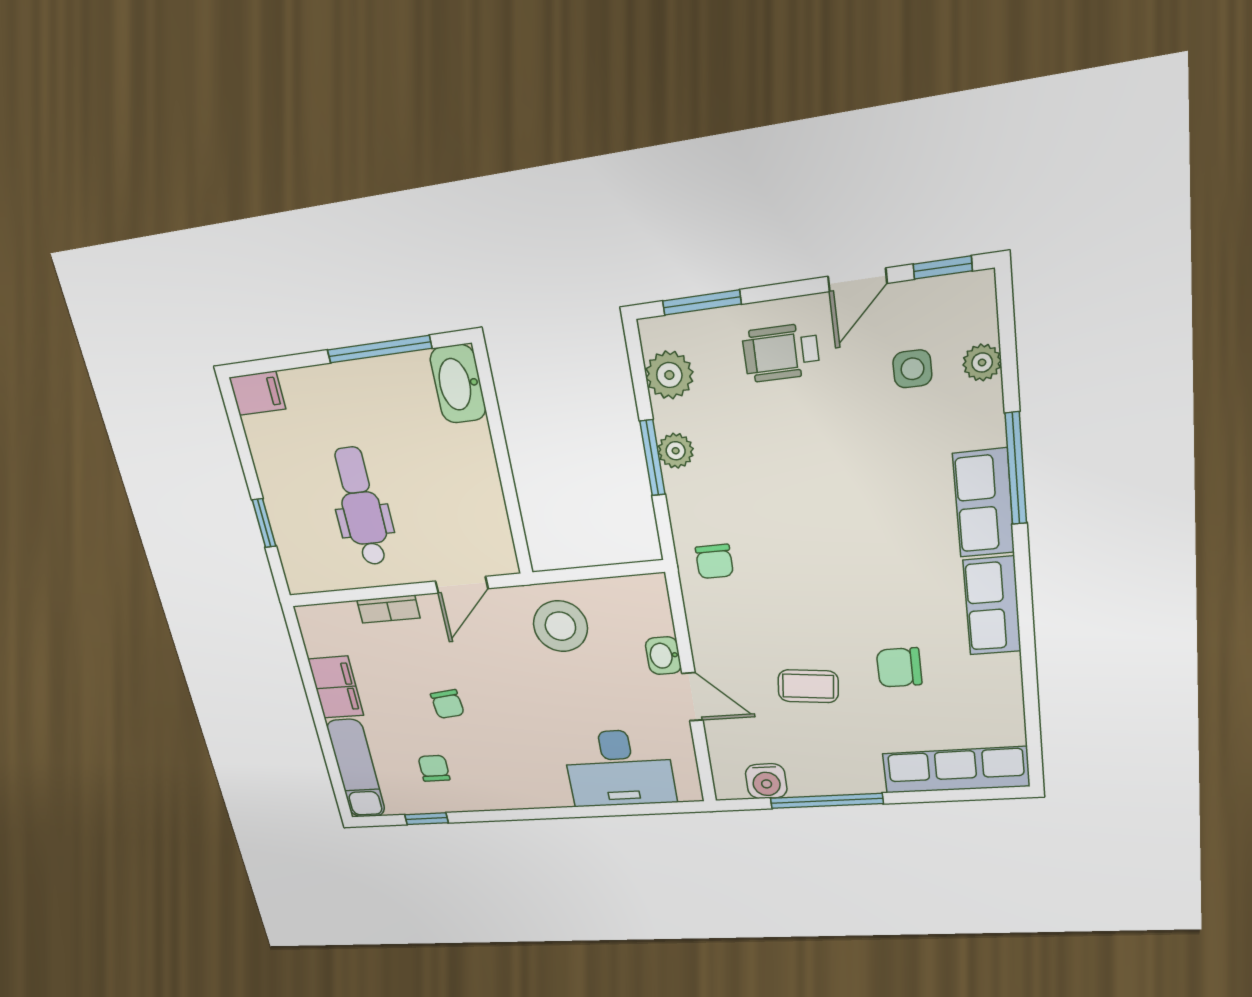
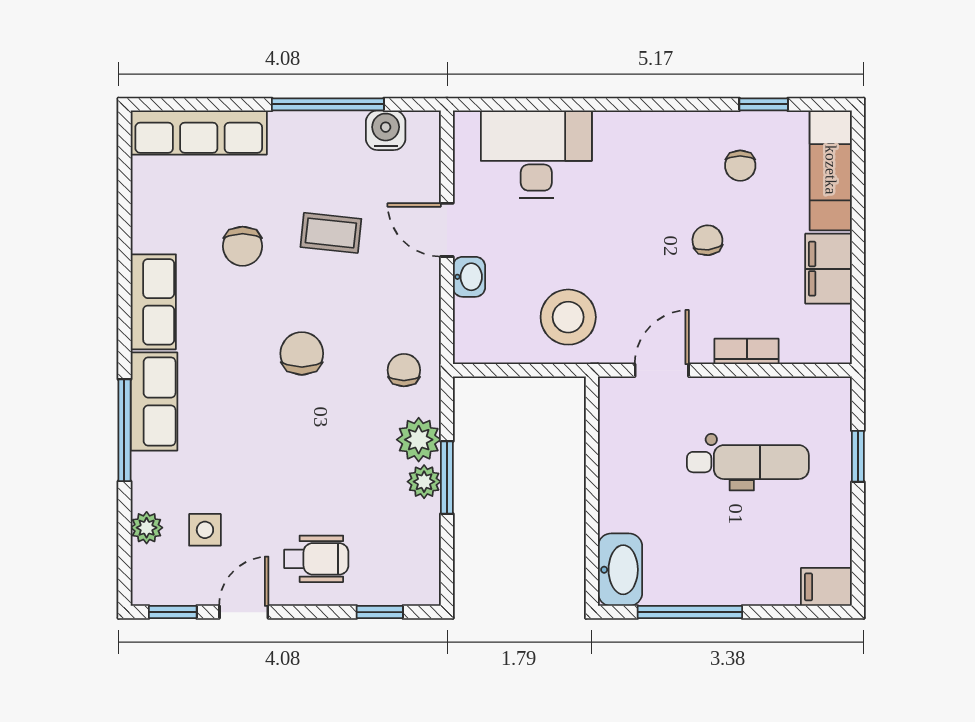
window: (702, 302) -> (380, 612), width x0.67
plant: (669, 375) -> (419, 440), moved
dental chair: (361, 507) -> (748, 462), turned -90
chair: (824, 568) -> (302, 353), added
chair: (899, 667) -> (243, 246), turned 90

